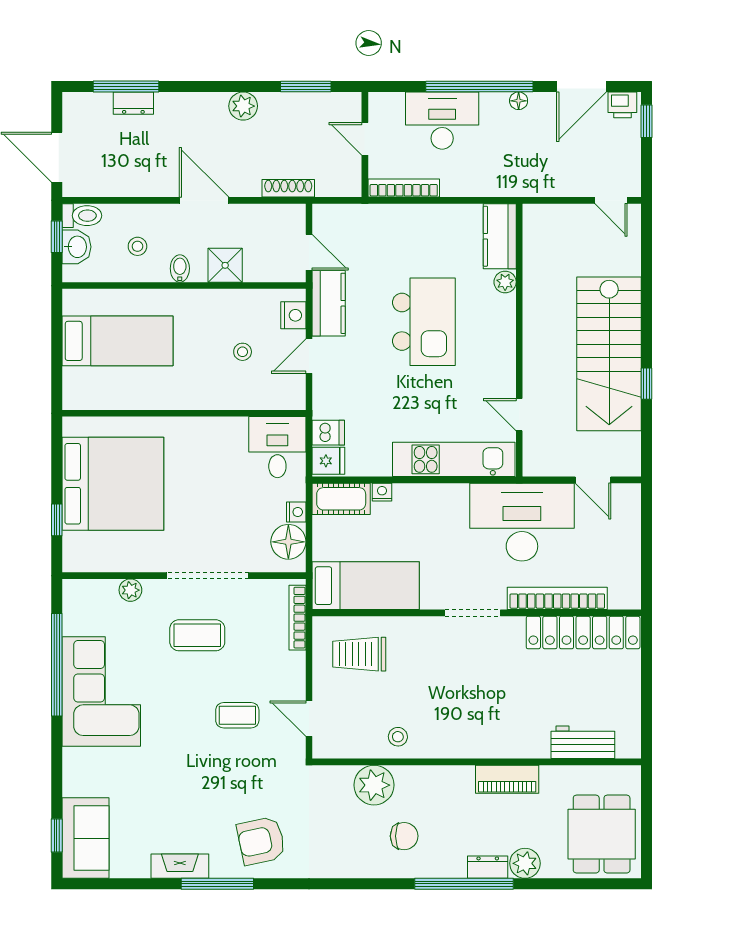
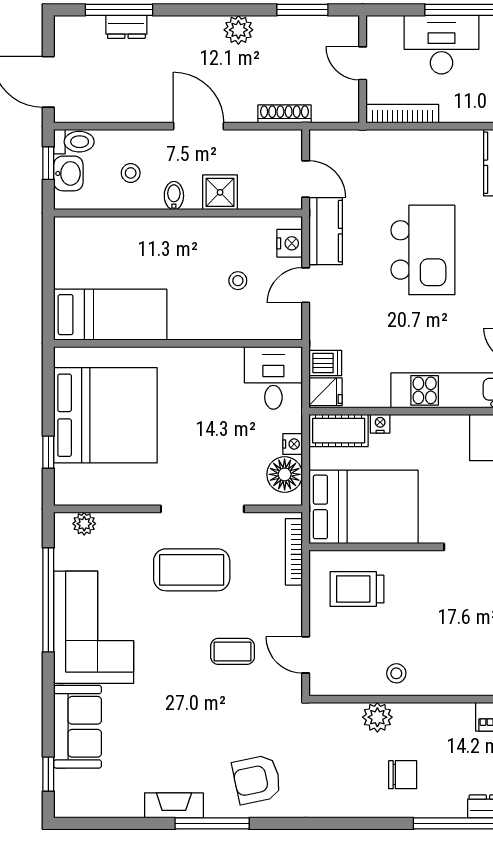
bed: (118, 341) -> (110, 315), moved
bed: (366, 586) -> (363, 507), width x1.50
plant: (130, 590) -> (84, 524), moved
coffee table: (197, 635) -> (192, 570), width x1.36, depth x1.32
plant: (374, 785) -> (377, 717), width x0.73, depth x0.73
sofa: (85, 838) -> (78, 727), moved

